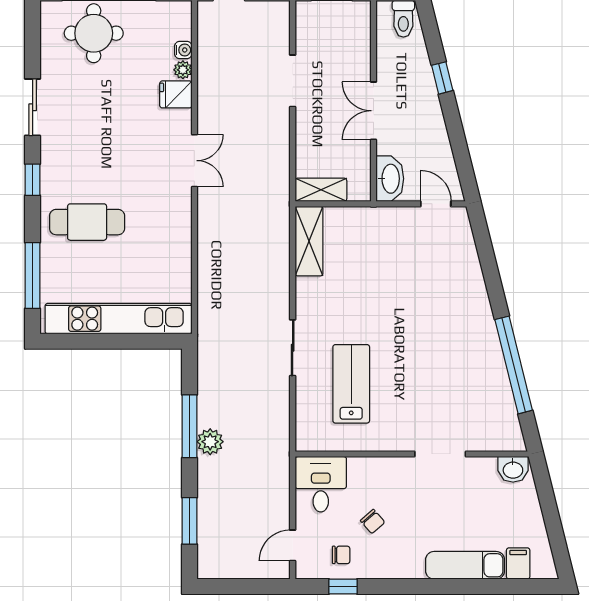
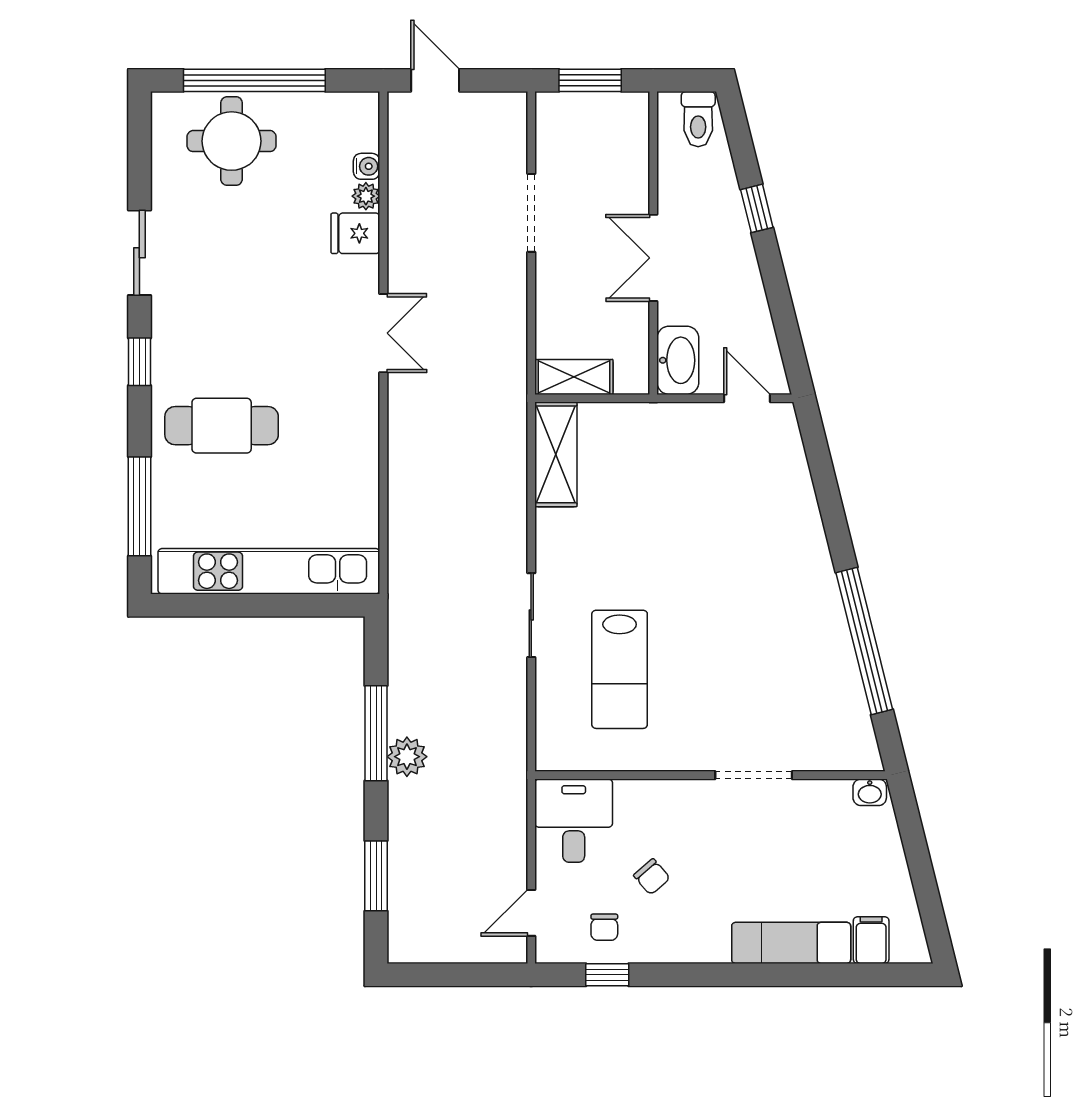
lab bench: (351, 384) -> (620, 669), turned 180
washbasin: (513, 469) -> (870, 792), width x0.72, depth x0.69
chair: (341, 555) -> (604, 927), turned 90

